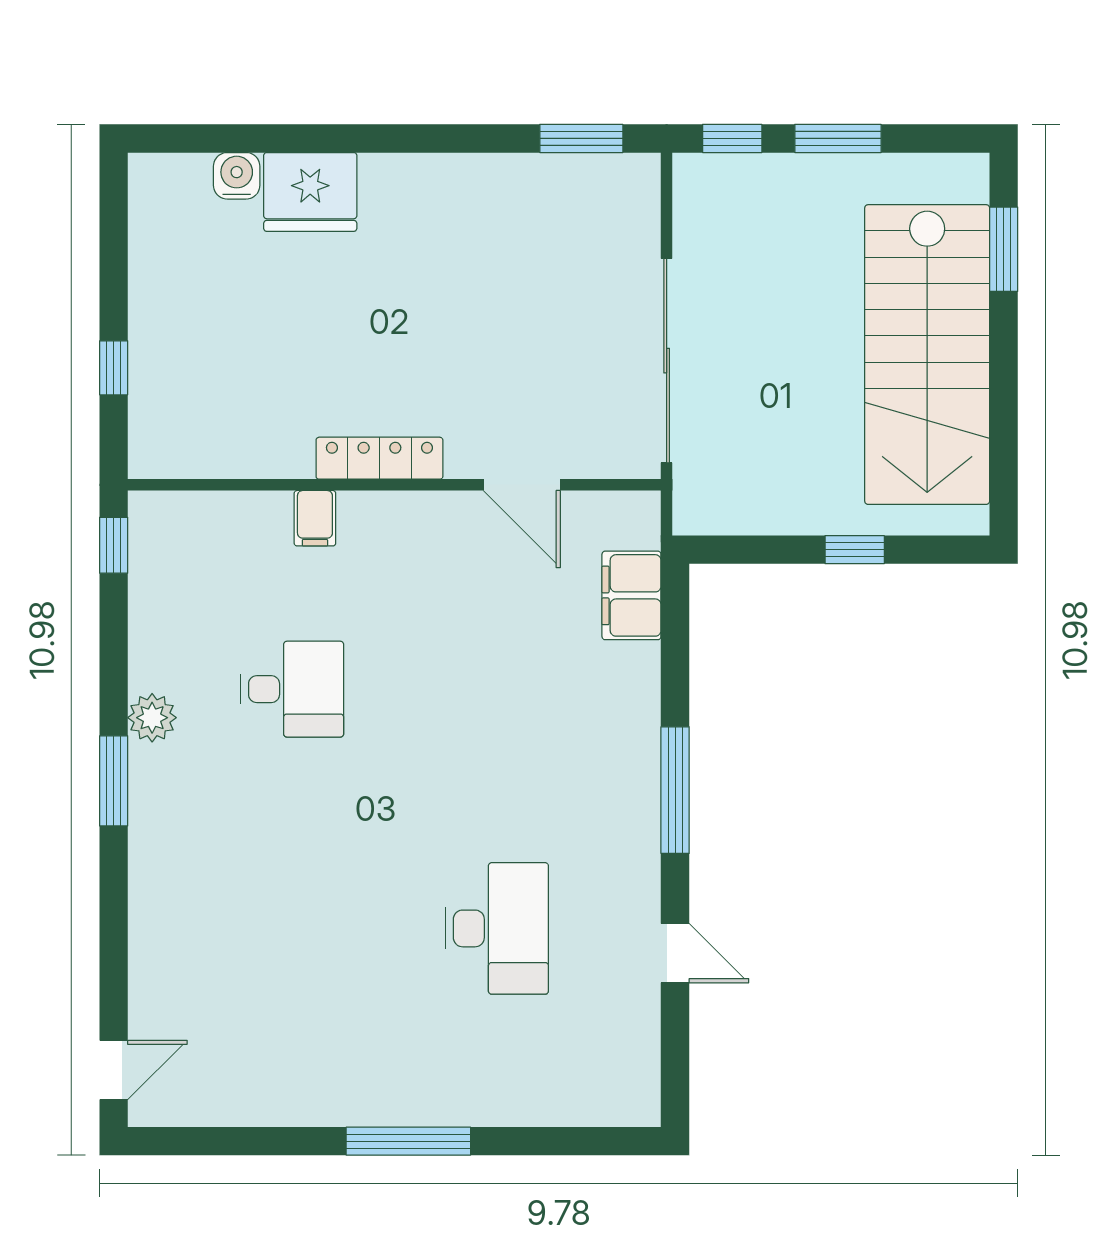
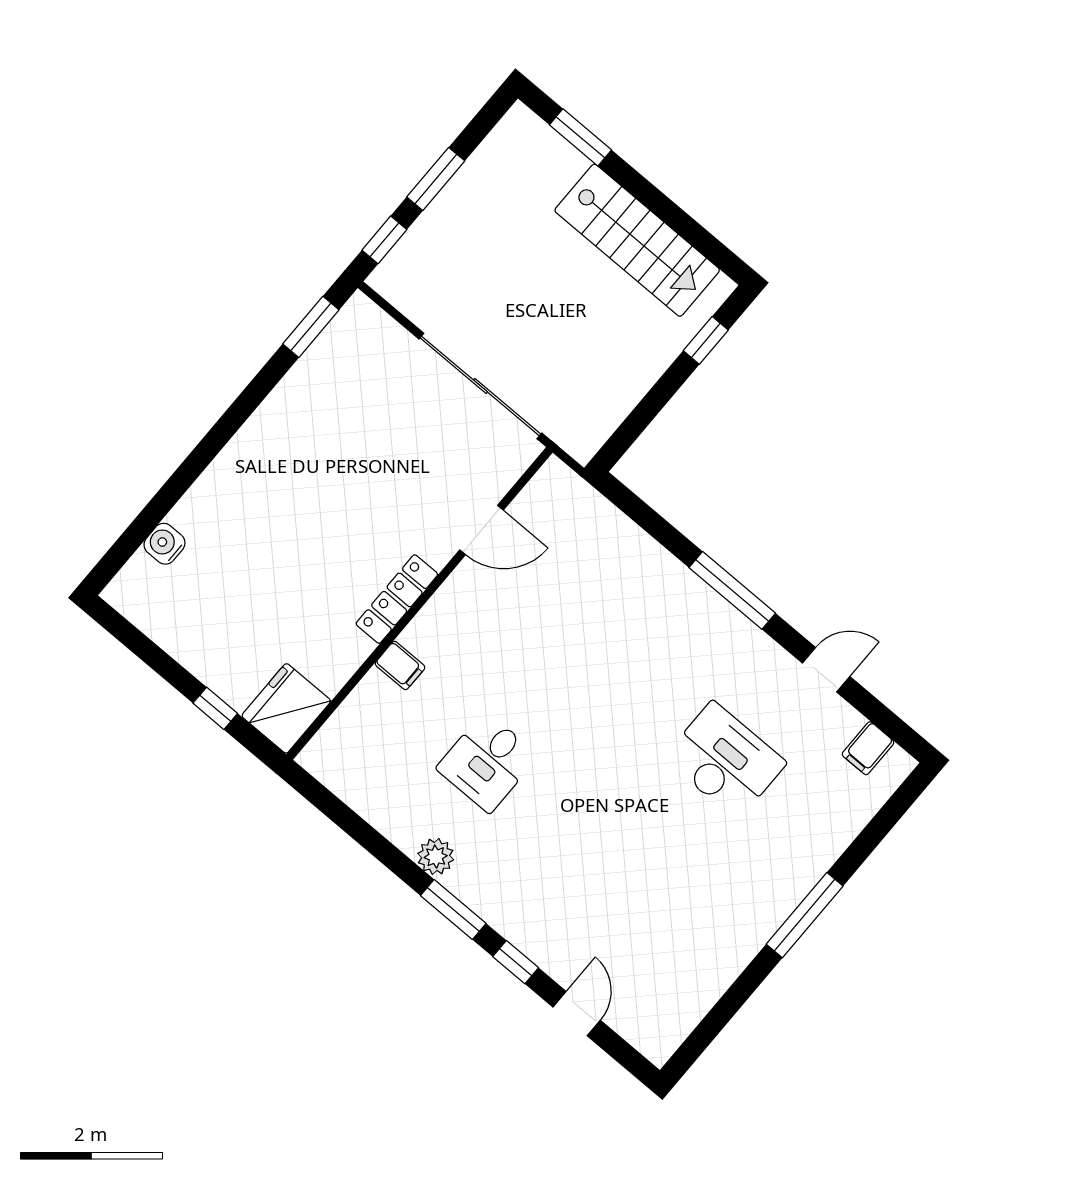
fridge: (310, 192) -> (286, 708), moved, turned 180
stairs: (927, 355) -> (637, 240), width x0.73, depth x0.66
window: (114, 545) -> (516, 962), moved
window: (855, 550) -> (706, 340), moved
filing cabinet: (631, 595) -> (868, 748), moved, width x0.50
desk: (292, 689) -> (487, 762), turned 180
door: (114, 1070) -> (577, 1014), moved

